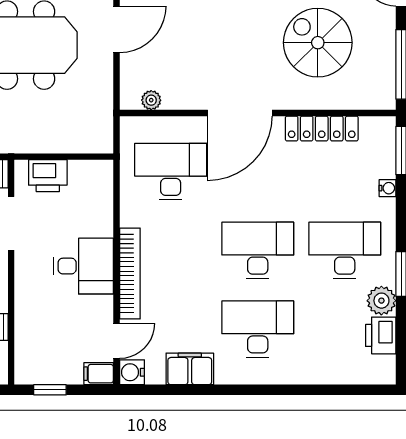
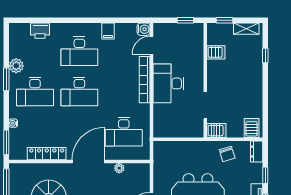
plant: (151, 100) -> (119, 168), moved
printer: (48, 176) -> (187, 130), removed
desk: (83, 266) -> (168, 83), width x1.37
printer: (381, 335) -> (40, 31), moved, turned 90
filing cabinet: (190, 369) -> (108, 31), width x0.50
filing cabinet: (99, 374) -> (161, 28), removed

